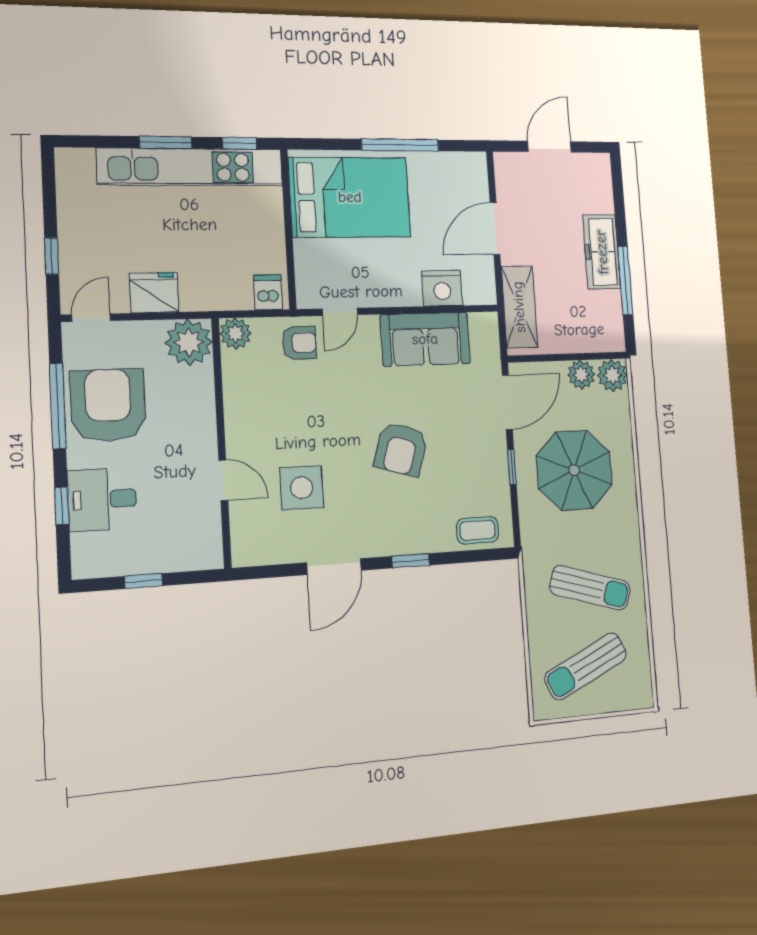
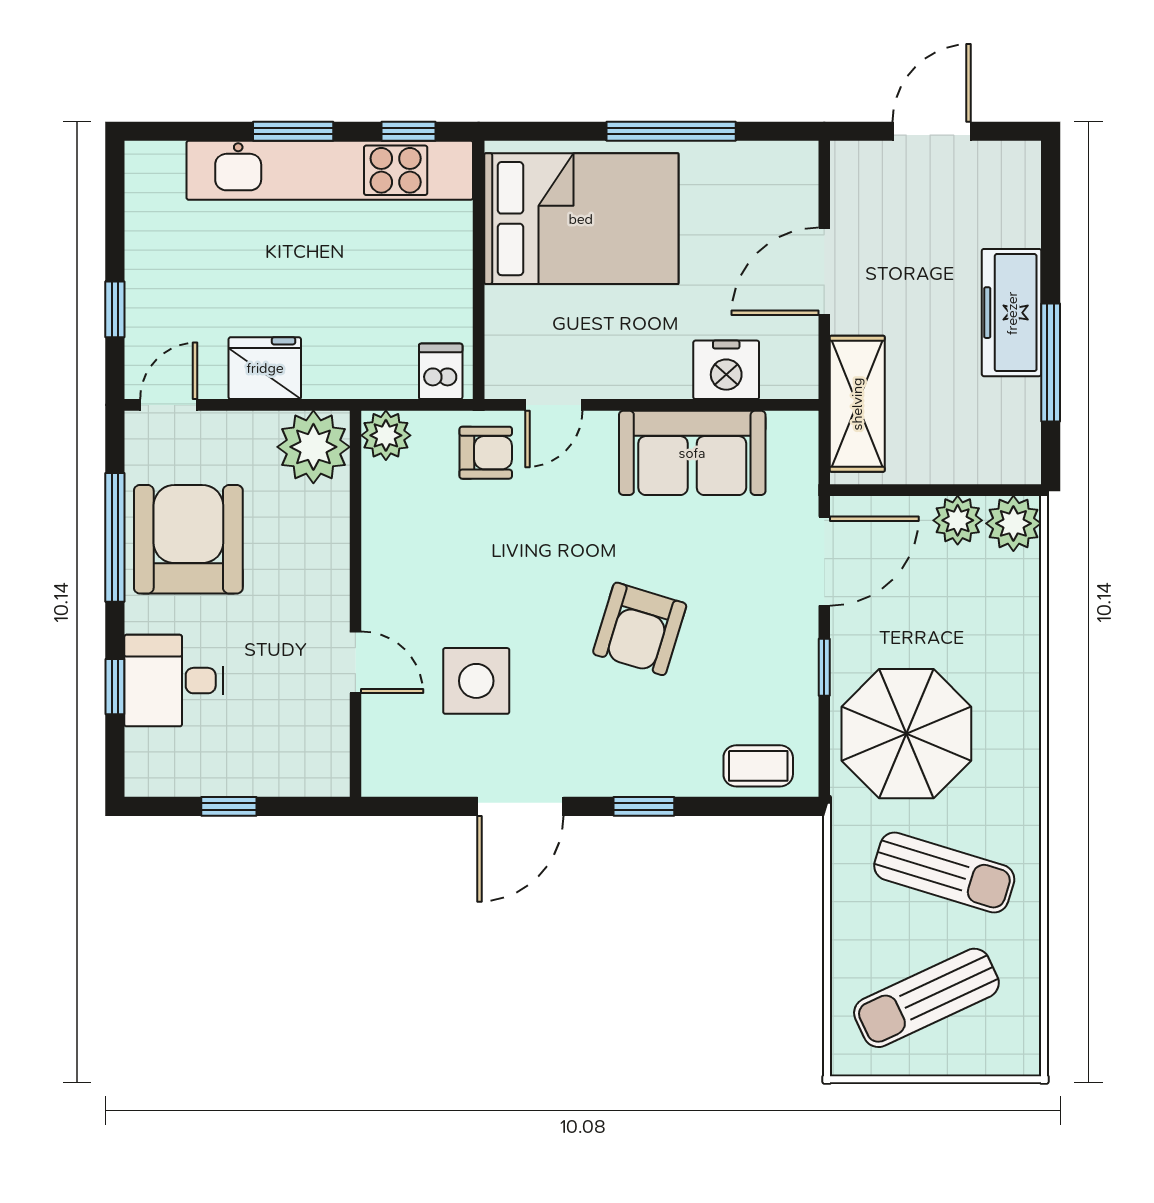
parasol: (574, 470) -> (906, 734), moved

